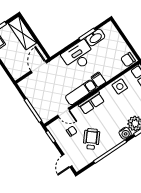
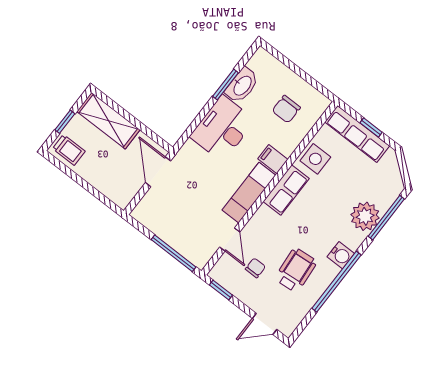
chair: (128, 60) -> (286, 109), moved
row of seats: (91, 103) -> (286, 190), moved
door: (64, 113) -> (230, 239), hinge flipped
water cooler: (125, 133) -> (341, 255), moved
wheelchair: (92, 139) -> (296, 270), turned 45
door: (67, 161) -> (265, 324), hinge flipped

